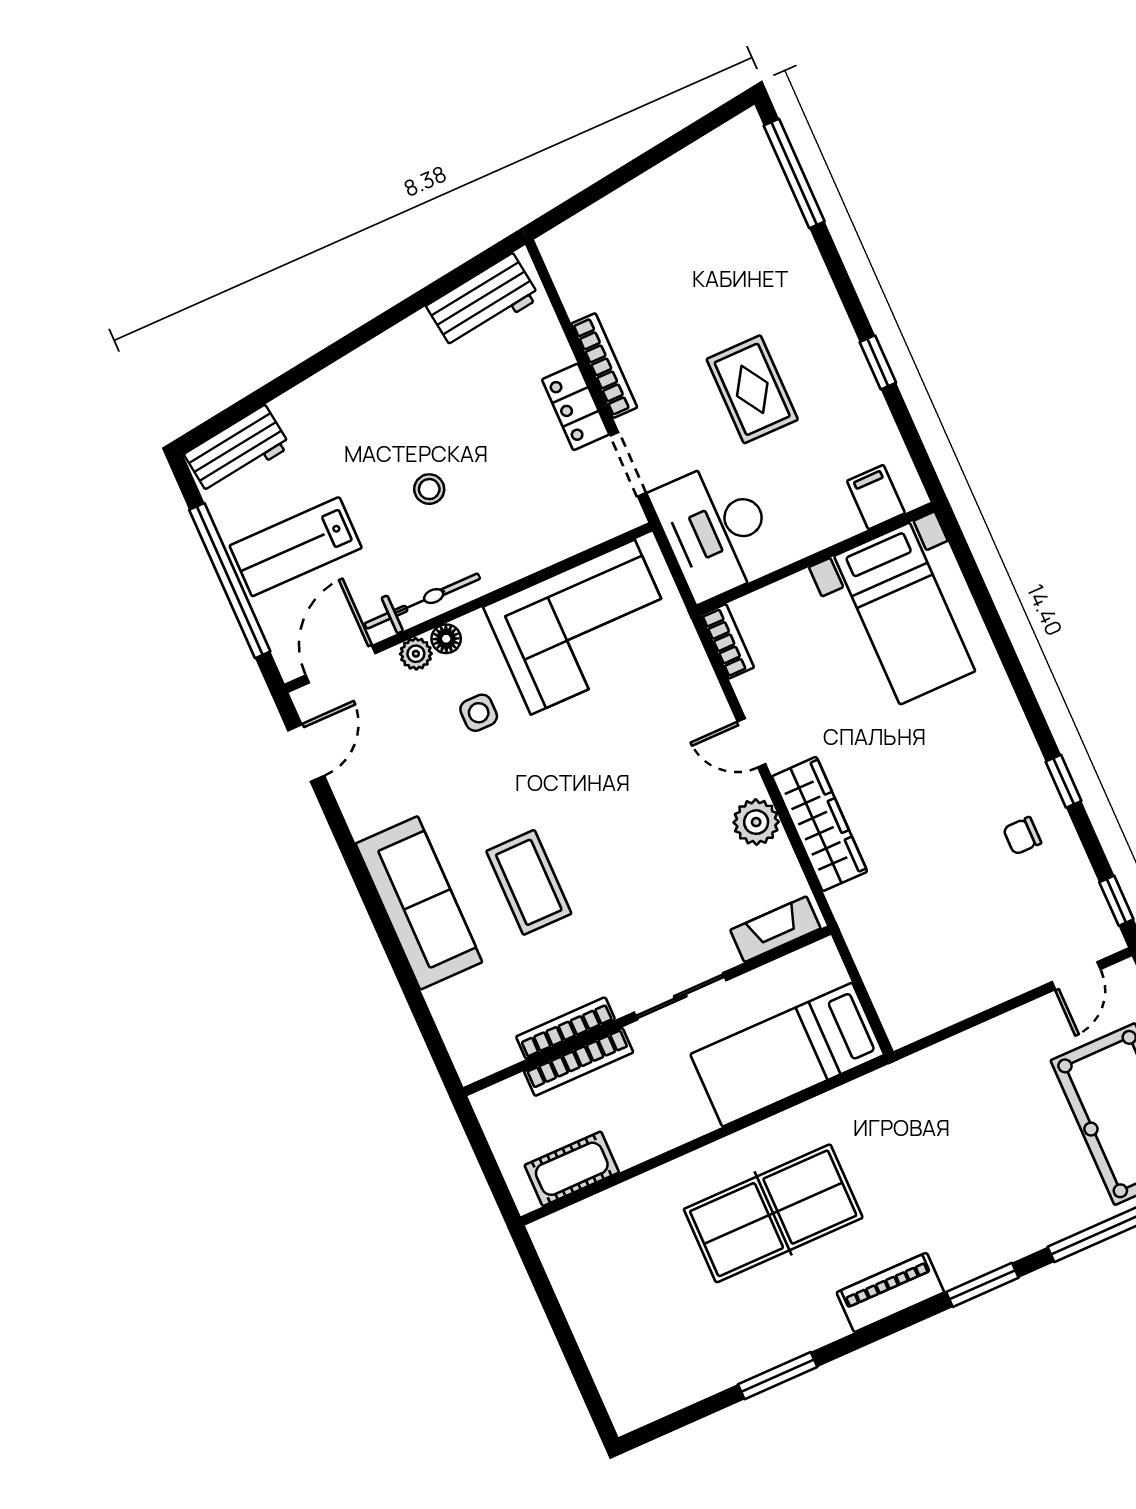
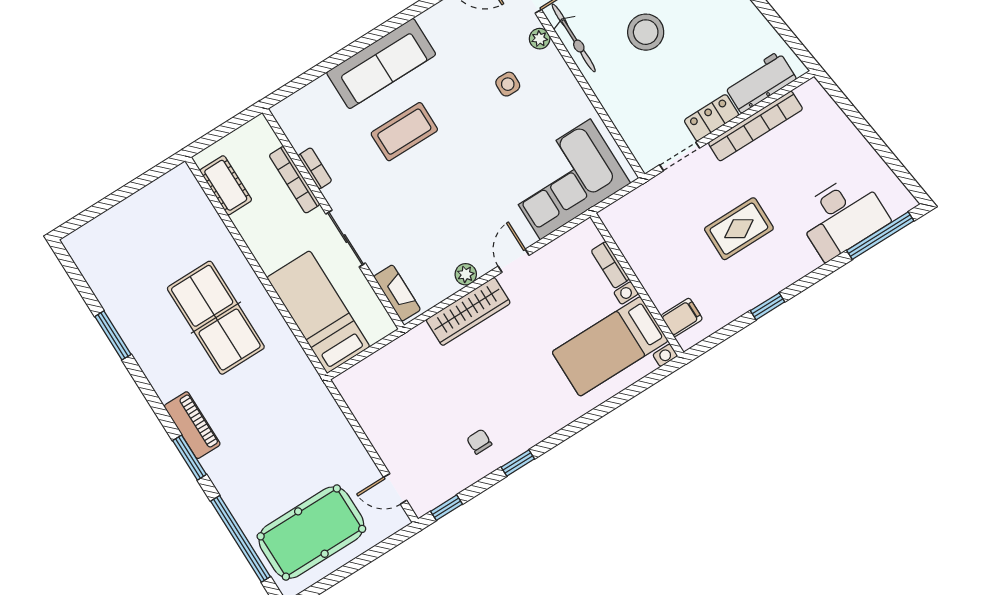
workbench: (483, 302) -> (760, 82), moved, turned 98
bookcase: (604, 366) -> (755, 126), width x1.48, depth x1.31
stool: (429, 489) -> (646, 32), width x1.89, depth x1.89
desk: (716, 530) -> (842, 216), moved, turned 180
corner sofa: (583, 627) -> (565, 179), moved, turned 90
floor lamp: (446, 639) -> (552, 57), removed
bookcase: (727, 641) -> (610, 265), moved, turned 90
plant: (756, 822) -> (466, 274), width x0.73, depth x0.73
bookcase: (565, 1028) -> (315, 168), width x0.64
piano: (890, 1292) -> (192, 425), moved

